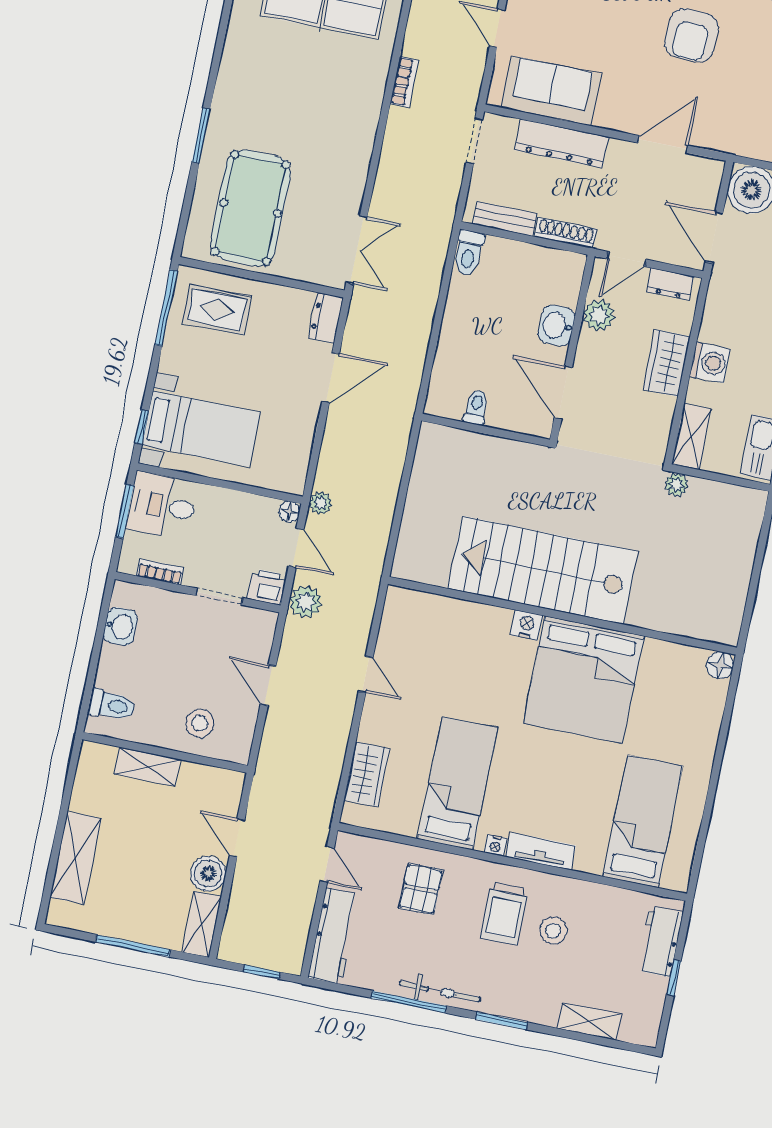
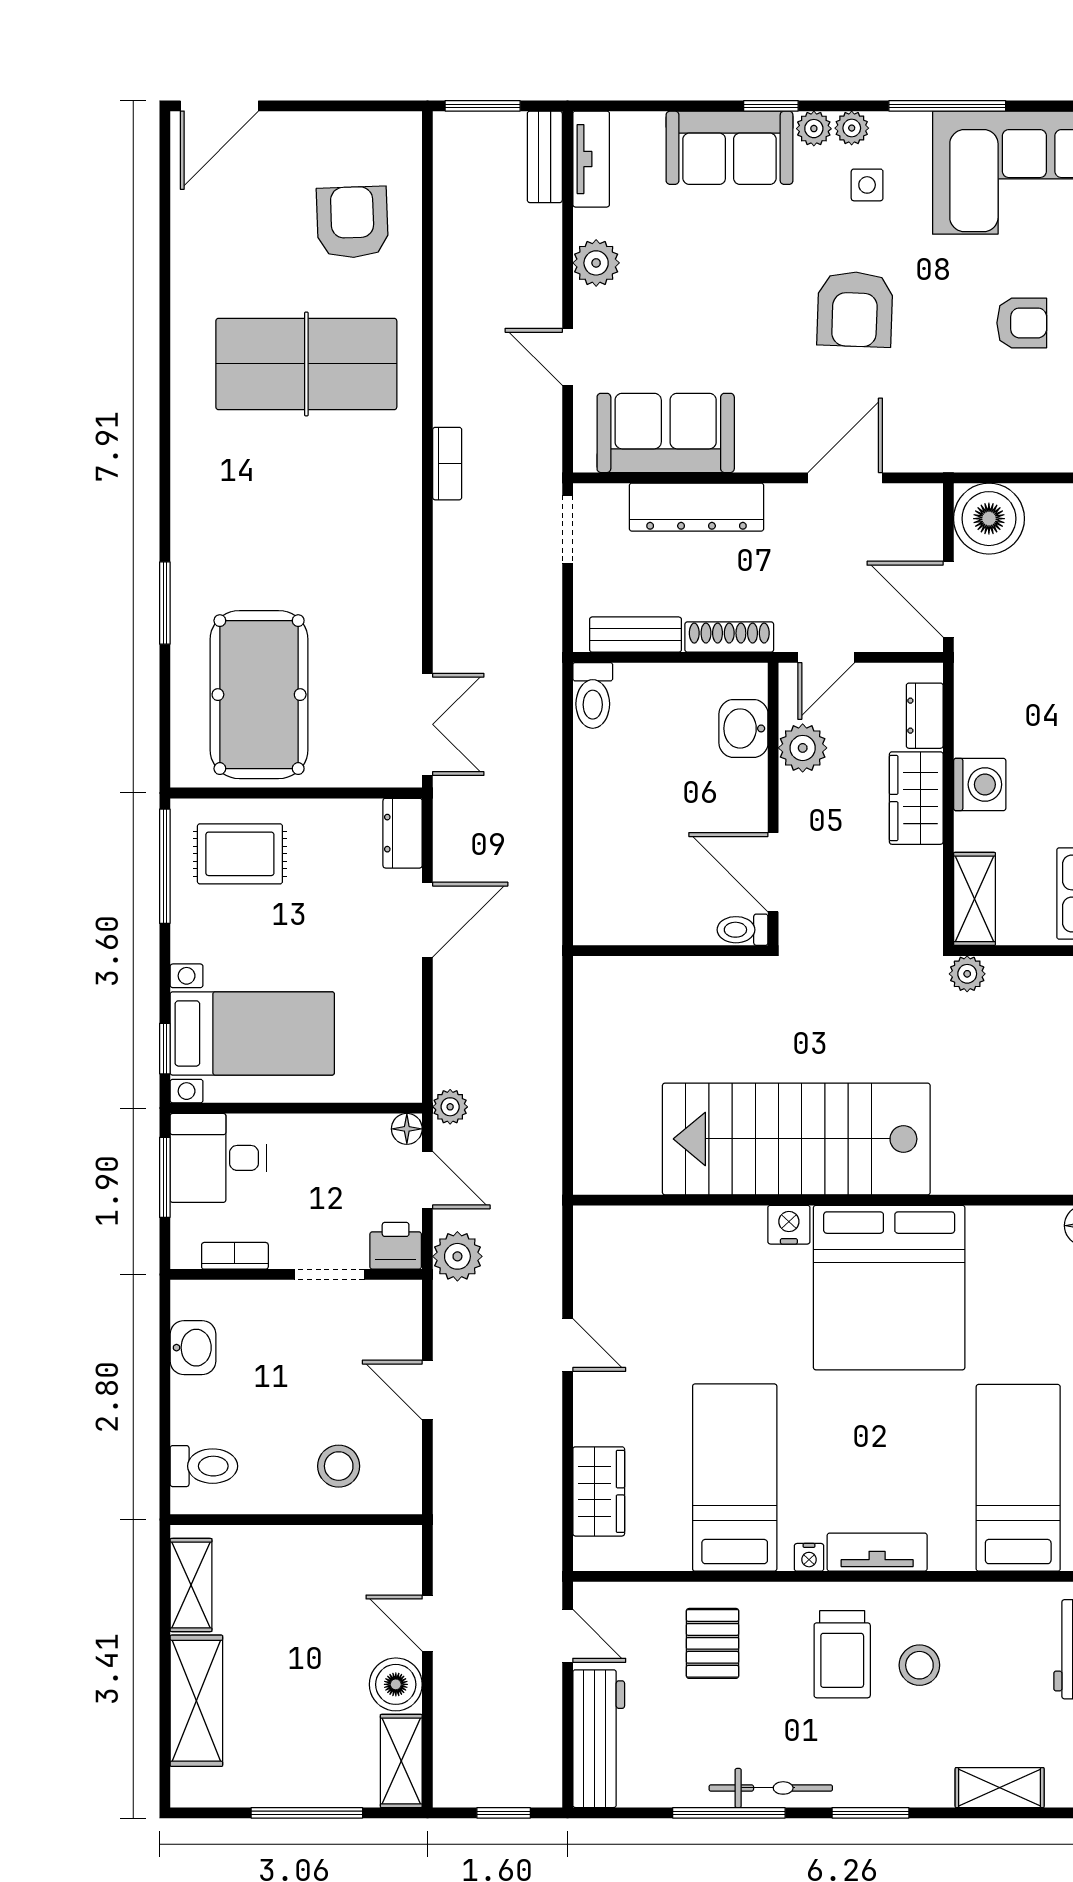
dresser: (670, 284) -> (925, 716), moved, turned 90
washbasin: (557, 325) -> (743, 728), moved
toilet: (476, 407) -> (743, 930), moved, turned -90
shelving: (147, 767) -> (191, 1585), moved, turned 90

